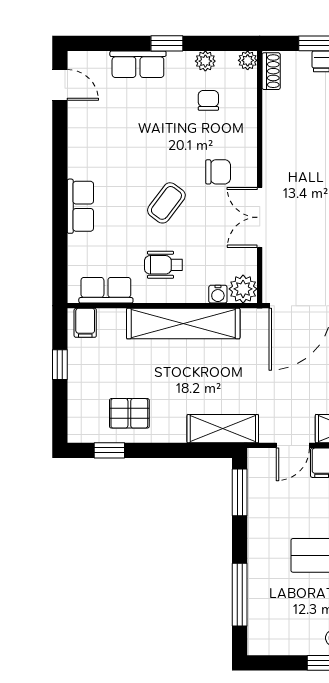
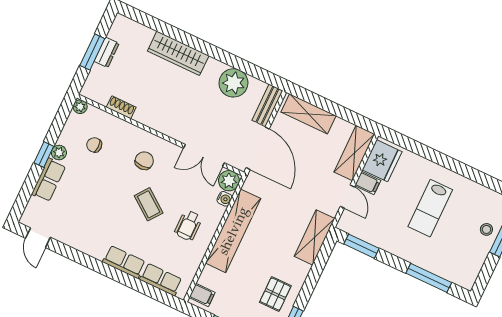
plant: (205, 61) -> (59, 153), moved
shoe rack: (271, 71) -> (121, 107), moved
door: (60, 85) -> (38, 238), swing flipped
double door: (260, 217) -> (204, 156), moved
row of seats: (106, 290) -> (161, 279), moved, turned 90

